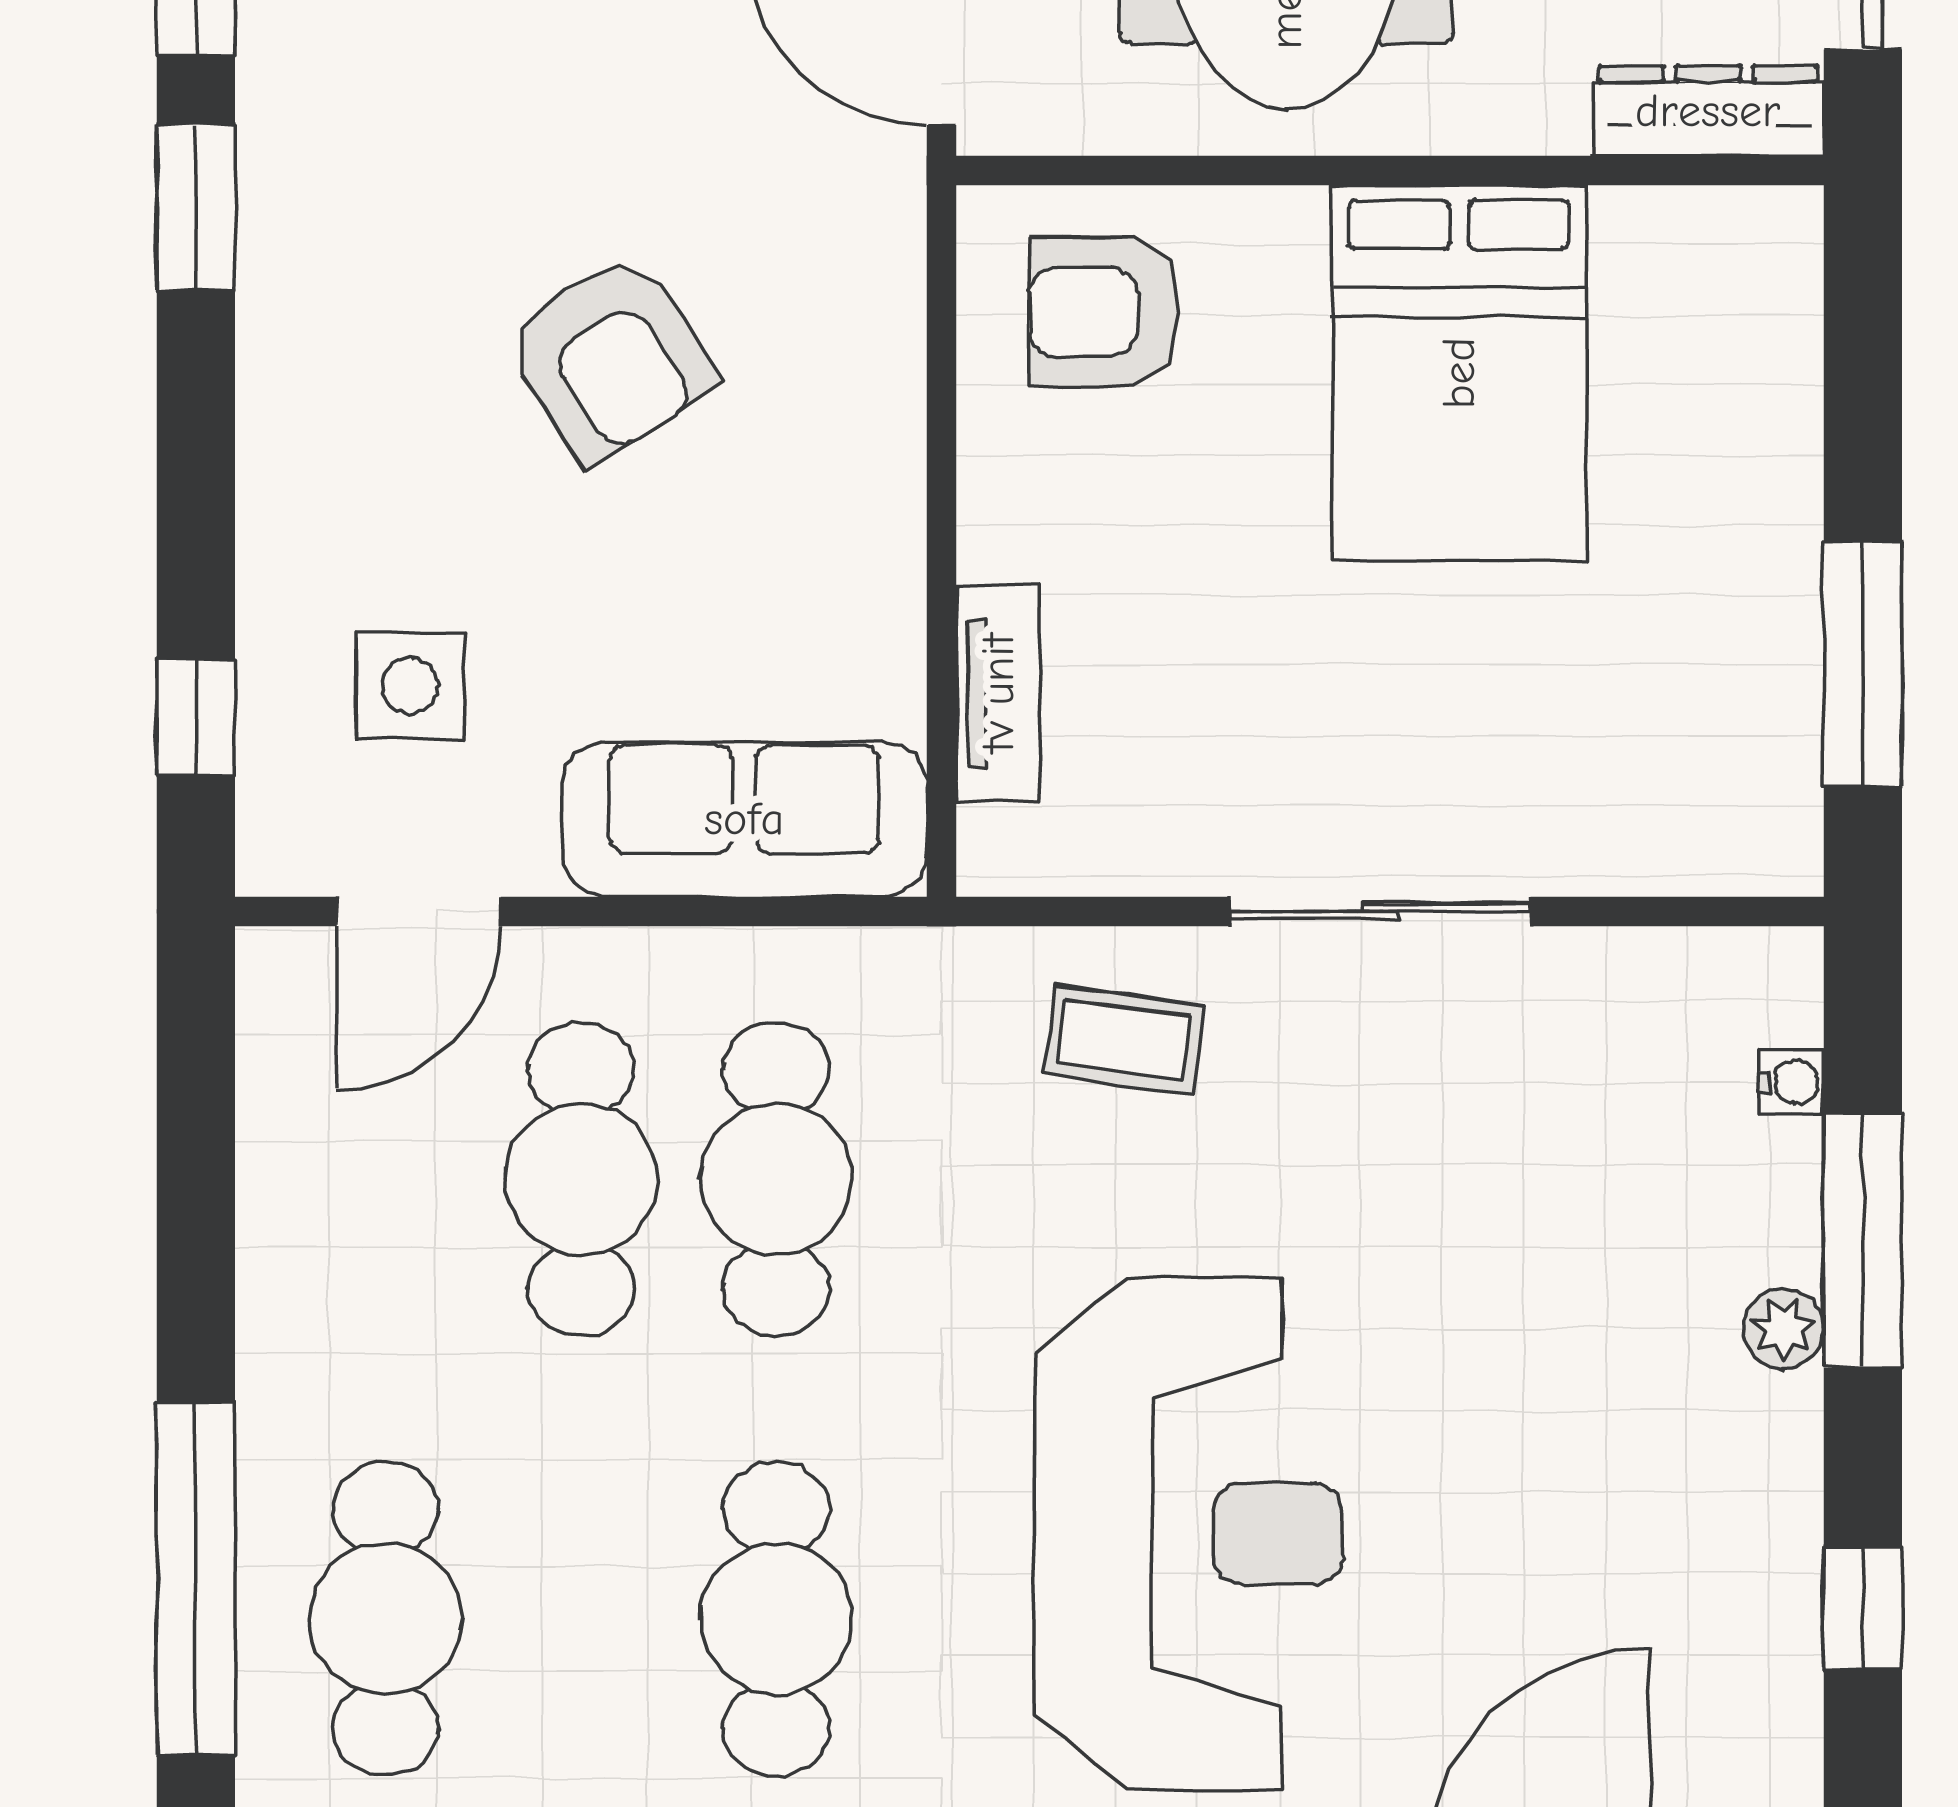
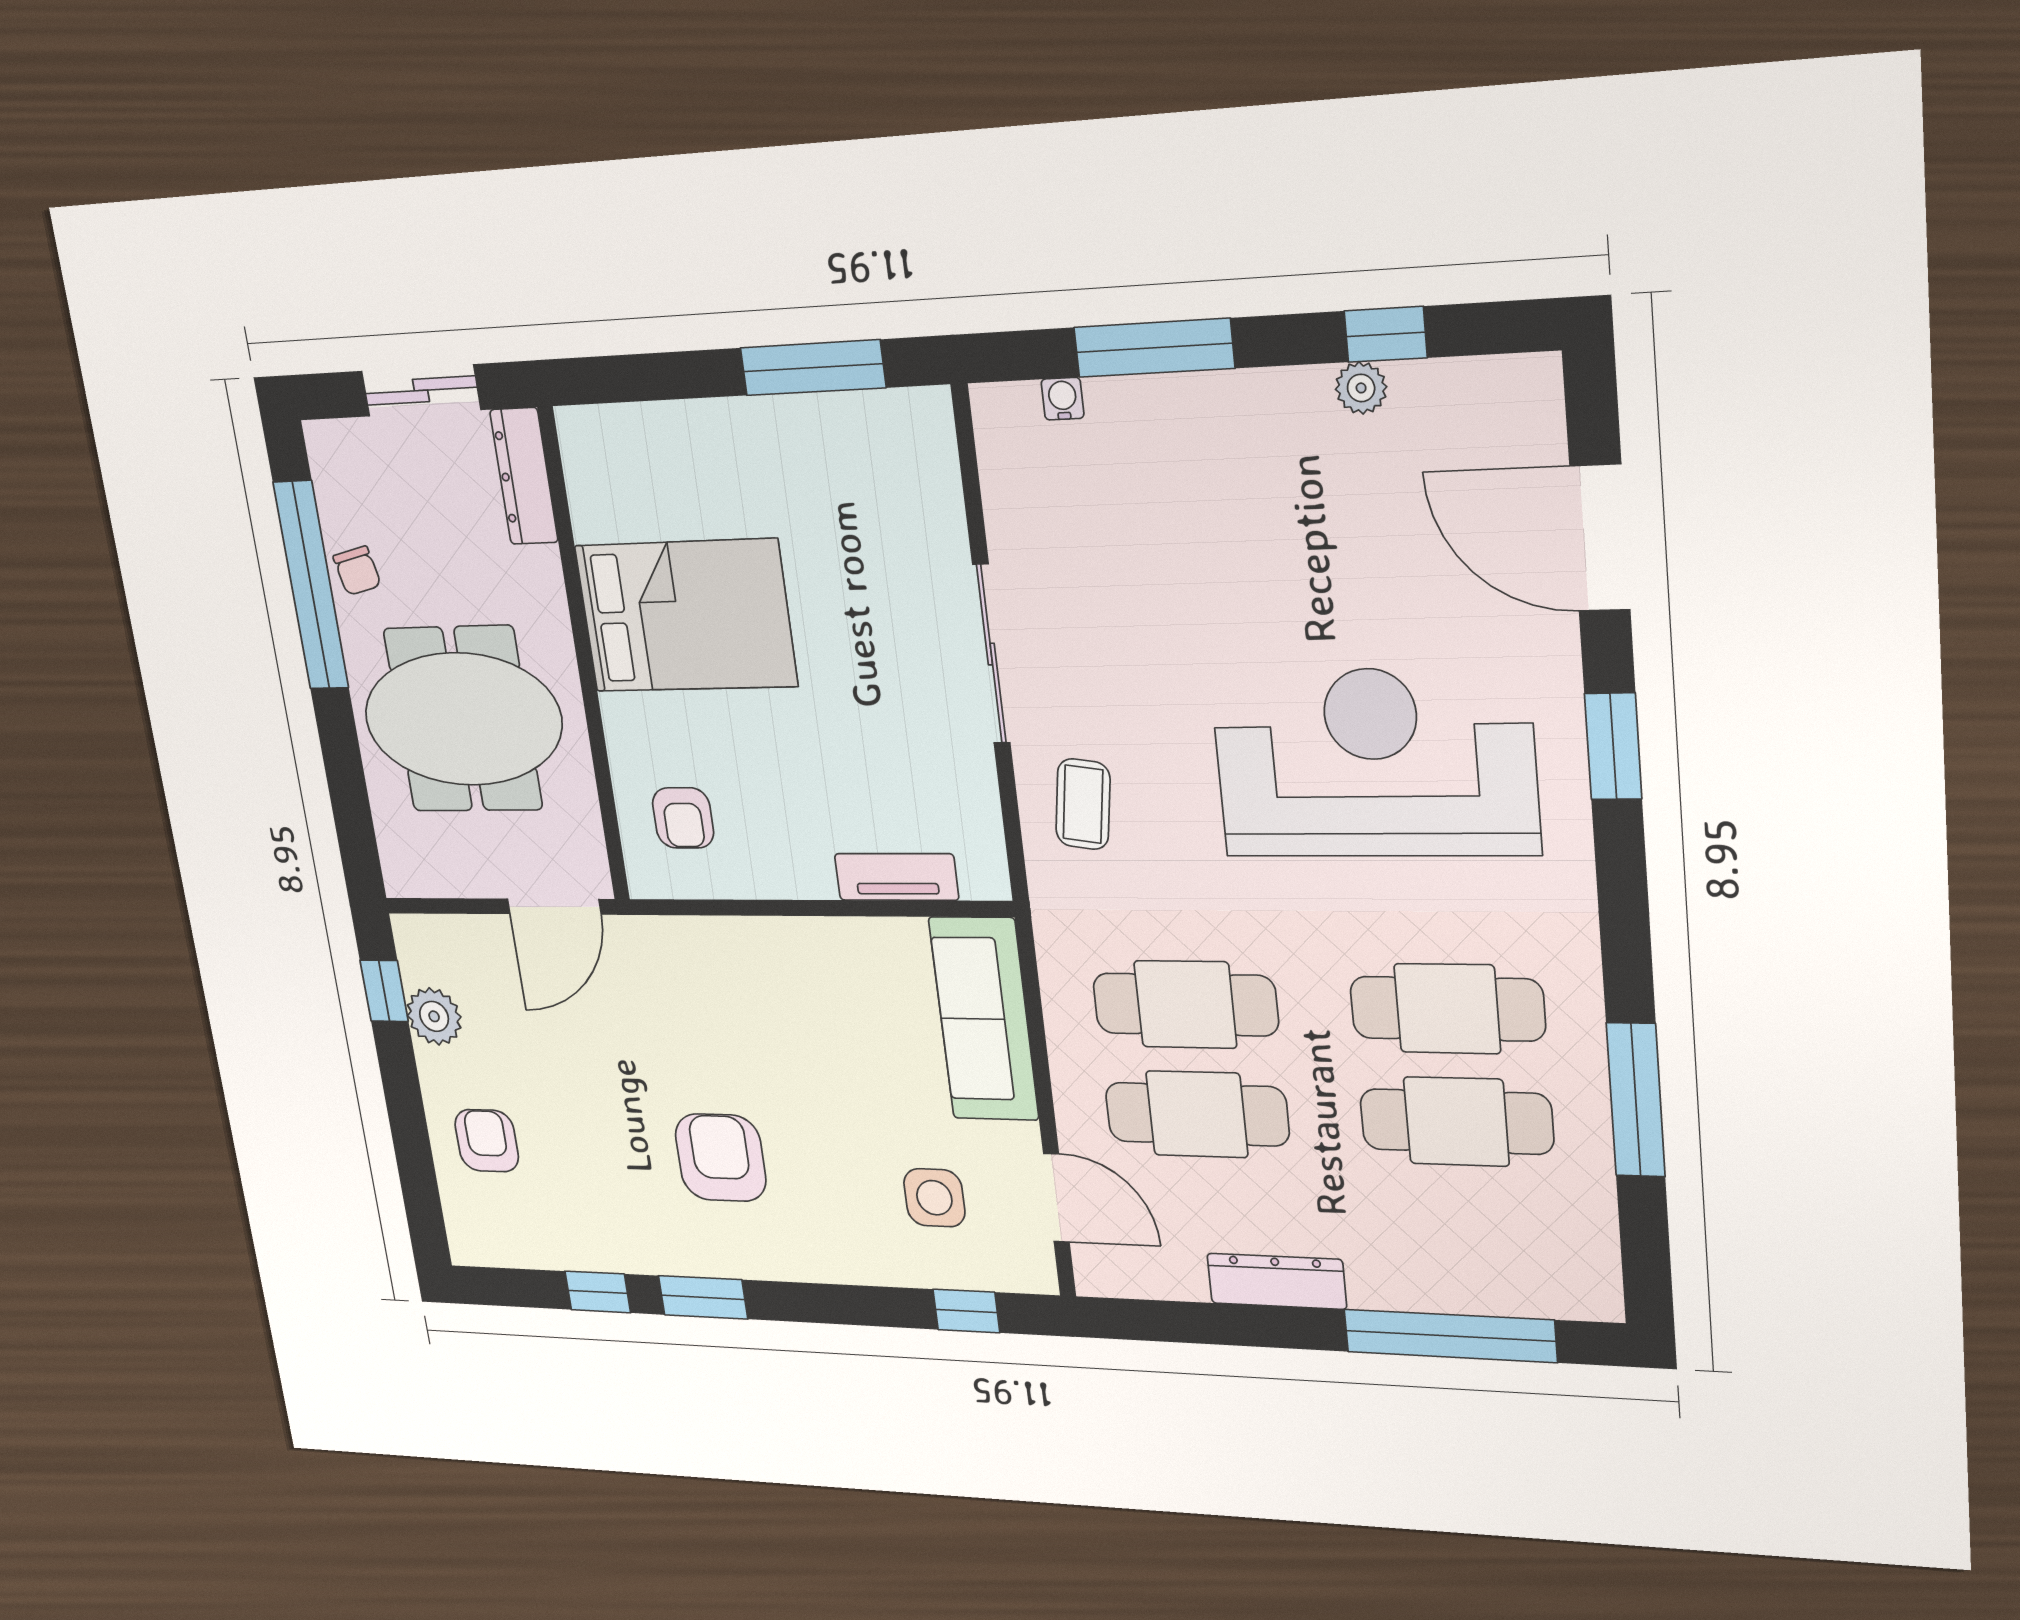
armchair: (1104, 312) -> (683, 818), width x0.72, depth x0.72
armchair: (610, 358) -> (721, 1158), moved, turned -57
dresser: (281, 1289) -> (1277, 1281), added
plant: (1784, 1329) -> (1361, 388), moved
cafe table: (386, 1619) -> (1456, 1122), moved

